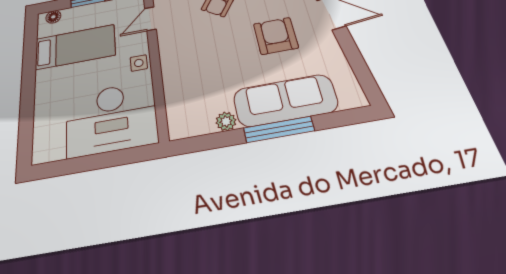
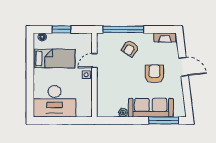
door: (150, 19) -> (94, 61), moved
desk: (111, 118) -> (54, 101), moved
window: (279, 129) -> (164, 120), moved

